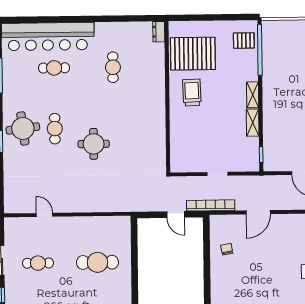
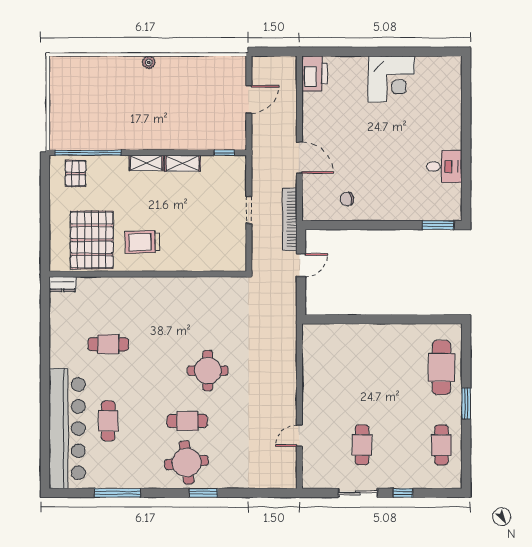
cafe table: (97, 262) -> (362, 367), removed

